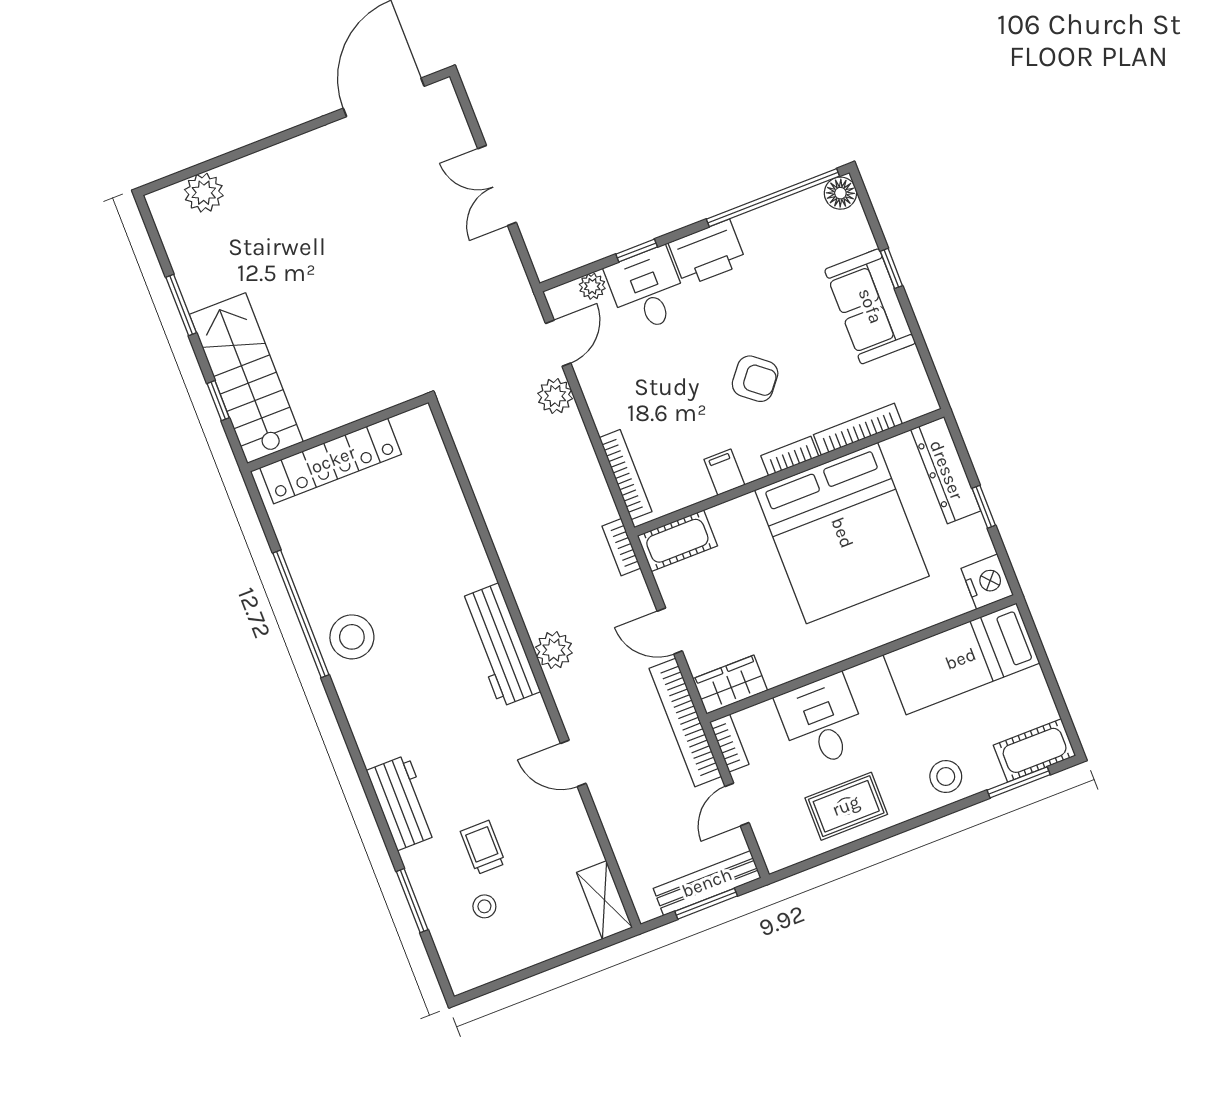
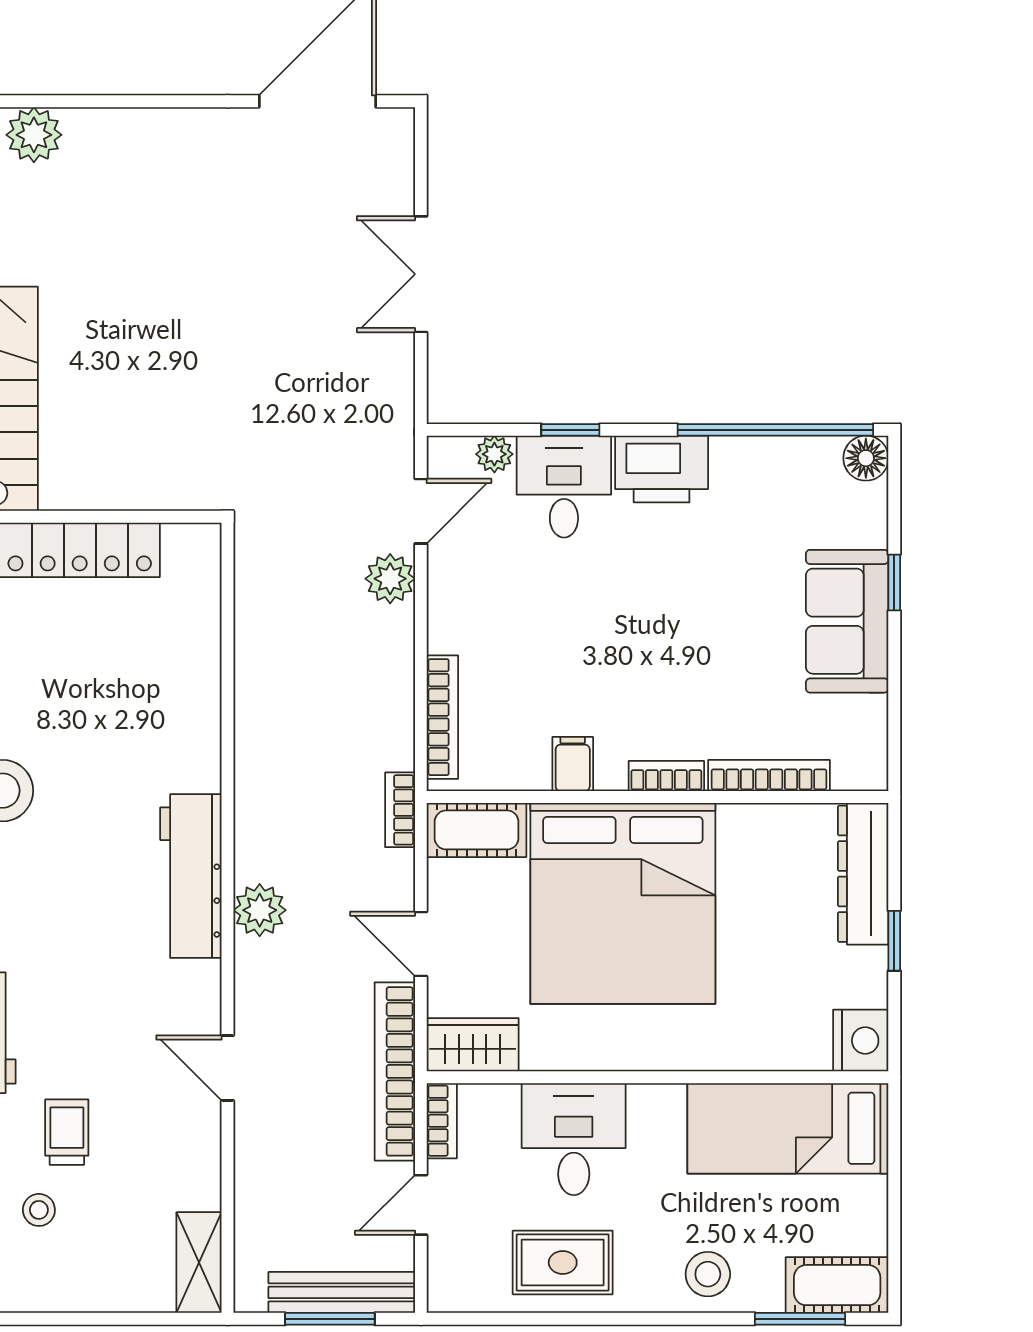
armchair: (755, 379) -> (660, 657), removed
bed: (842, 533) -> (623, 903), moved

